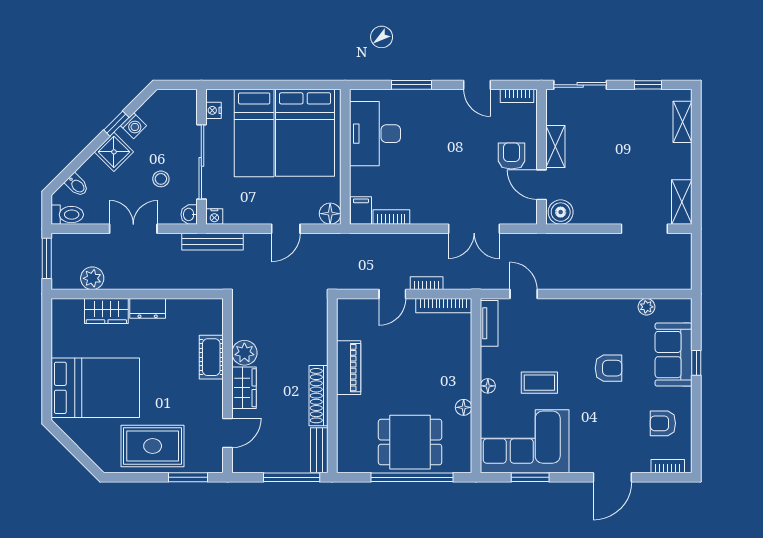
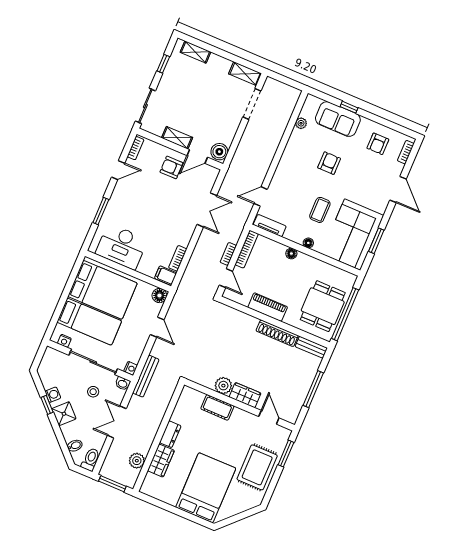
piano: (349, 368) -> (268, 307), moved
wall: (332, 386) -> (275, 322), moved
shoe rack: (318, 396) -> (277, 333), moved
floor lamp: (464, 407) -> (291, 254), moved
bench: (319, 450) -> (311, 347), moved

